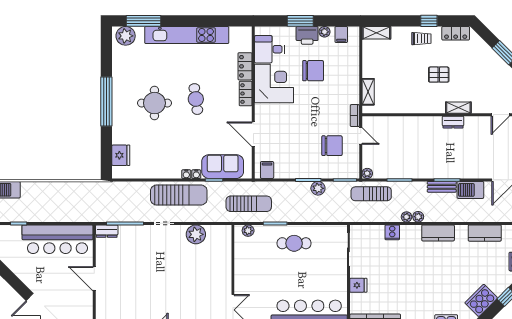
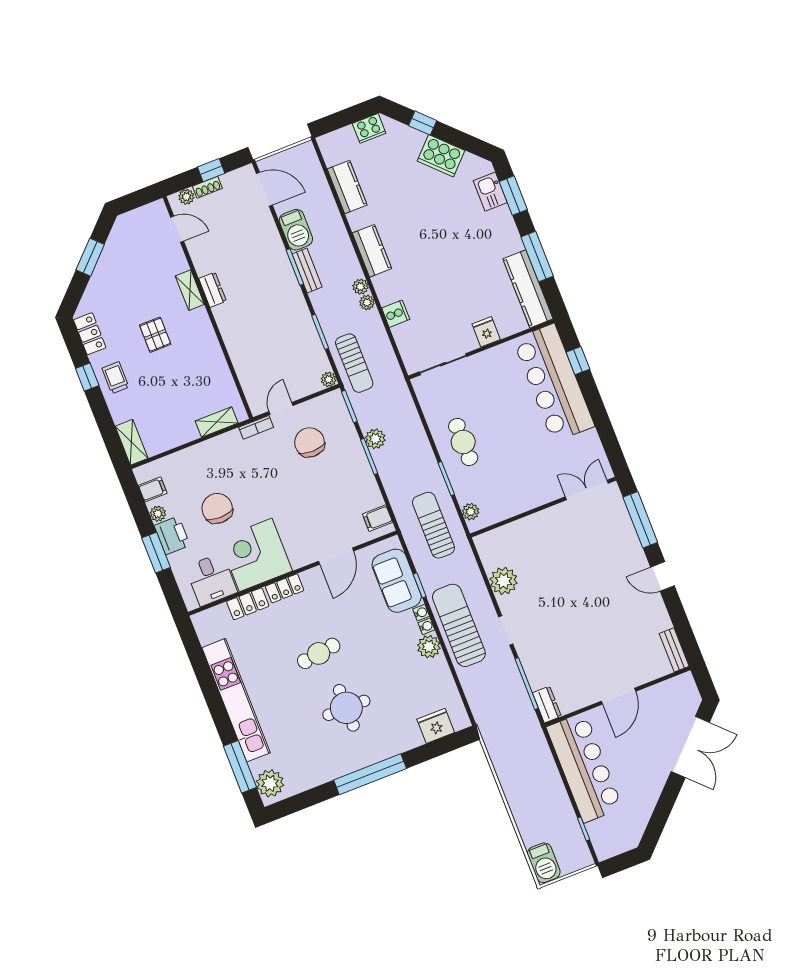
plant: (173, 171) -> (429, 647), added

